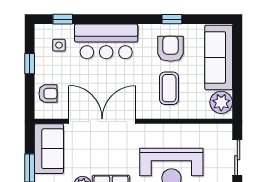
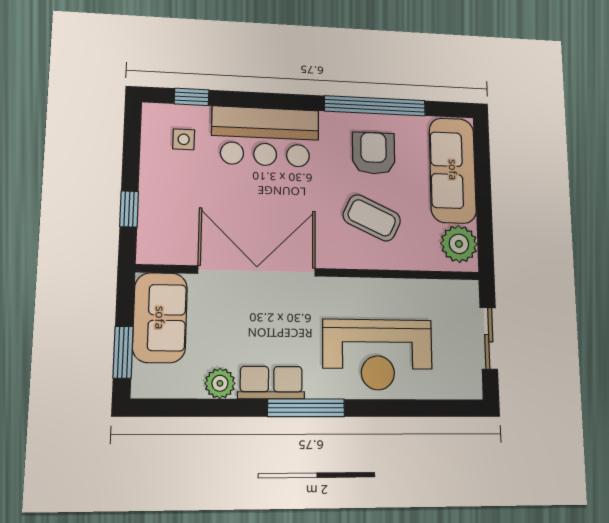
window: (172, 19) -> (375, 106), width x3.17
window: (30, 64) -> (129, 209), moved
coffee table: (169, 88) -> (372, 218), turned -65
armchair: (48, 94) -> (162, 220), removed

